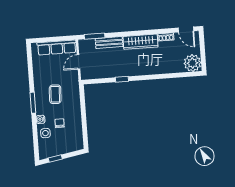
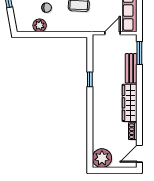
door: (78, 62) -> (112, 33), hinge flipped
plant: (76, 128) -> (40, 25), added

